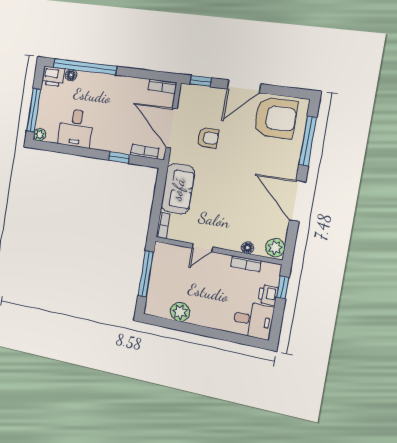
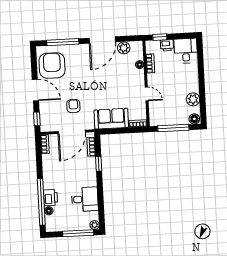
printer: (53, 76) -> (51, 198), moved
plant: (275, 248) -> (124, 48), moved
floor lamp: (152, 306) -> (194, 119), added

